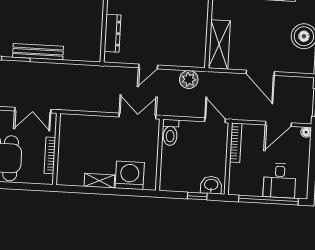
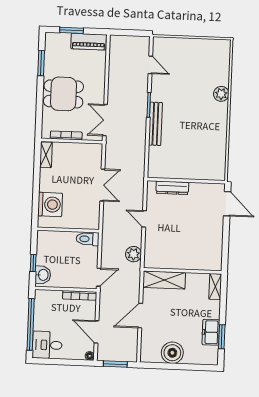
double door: (137, 116) -> (102, 185), moved
shelving: (99, 181) -> (46, 155), moved
desk: (280, 181) -> (47, 345), moved

